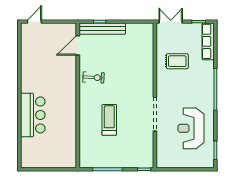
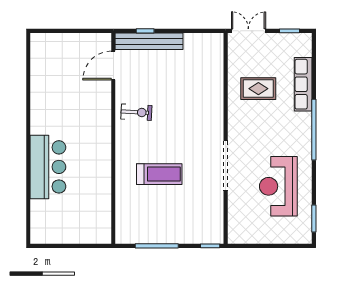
door: (34, 22) -> (50, 31), removed
row of seats: (208, 41) -> (303, 84), moved
treadmill: (109, 120) -> (159, 174), turned 90

